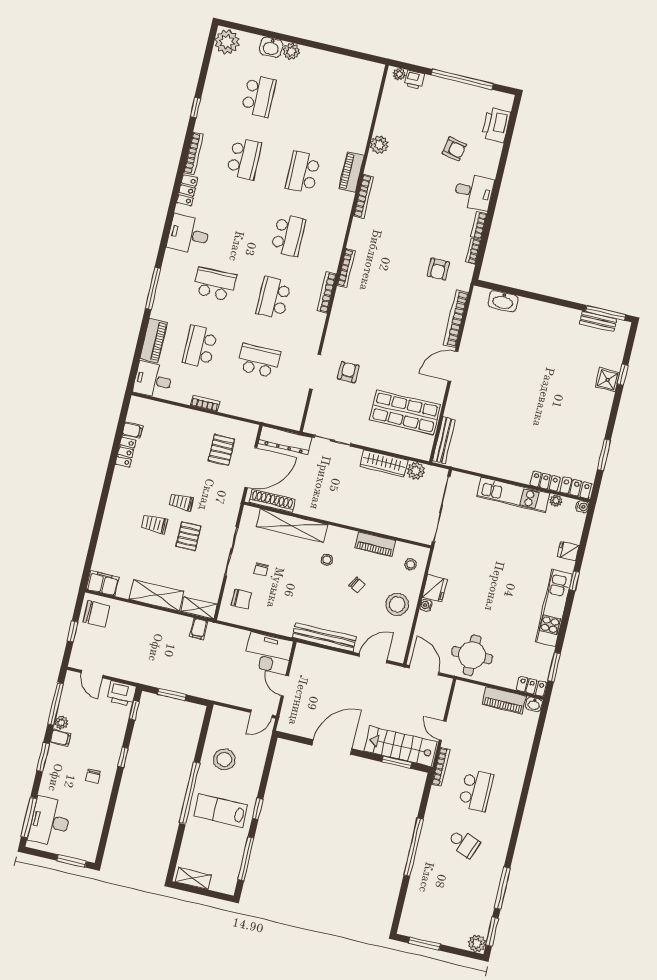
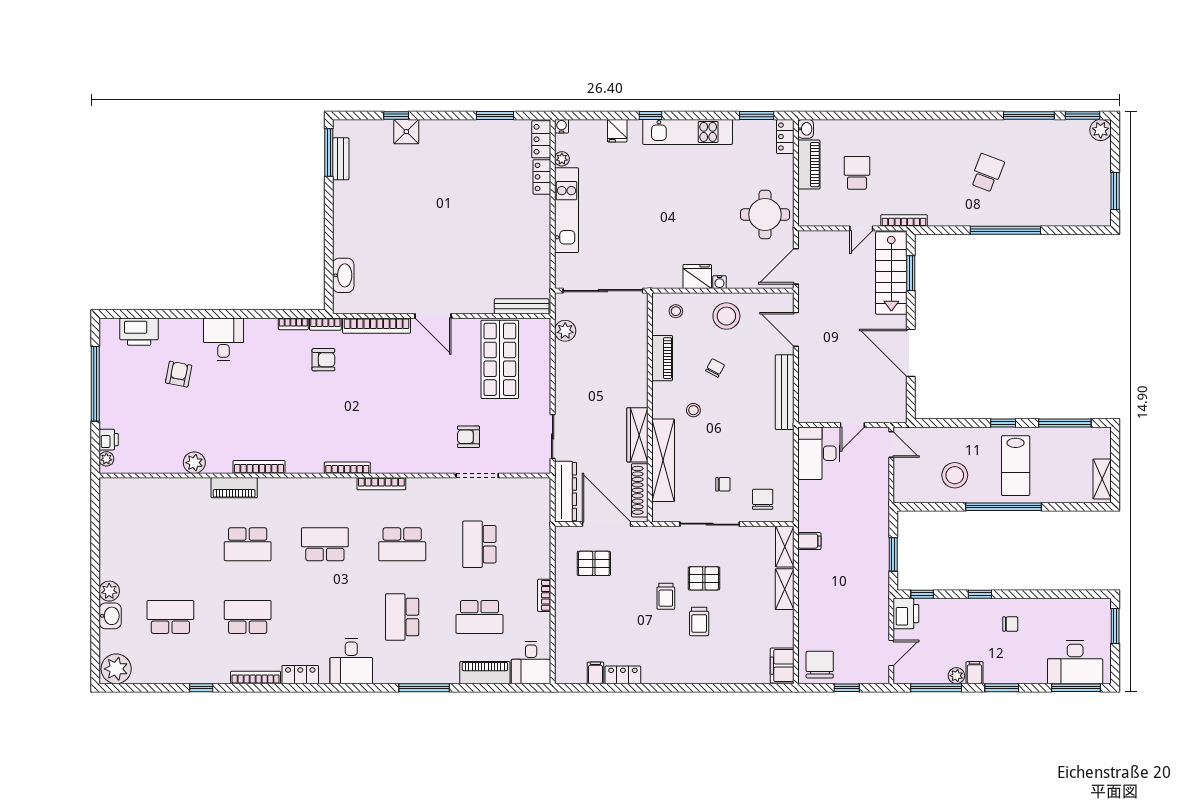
bookcase: (479, 225) -> (325, 324), moved
wardrobe: (384, 463) -> (637, 435), moved, turned 180
shelving: (157, 595) -> (785, 589), width x0.67, depth x0.75
school desk: (476, 790) -> (857, 173), moved, width x0.54

